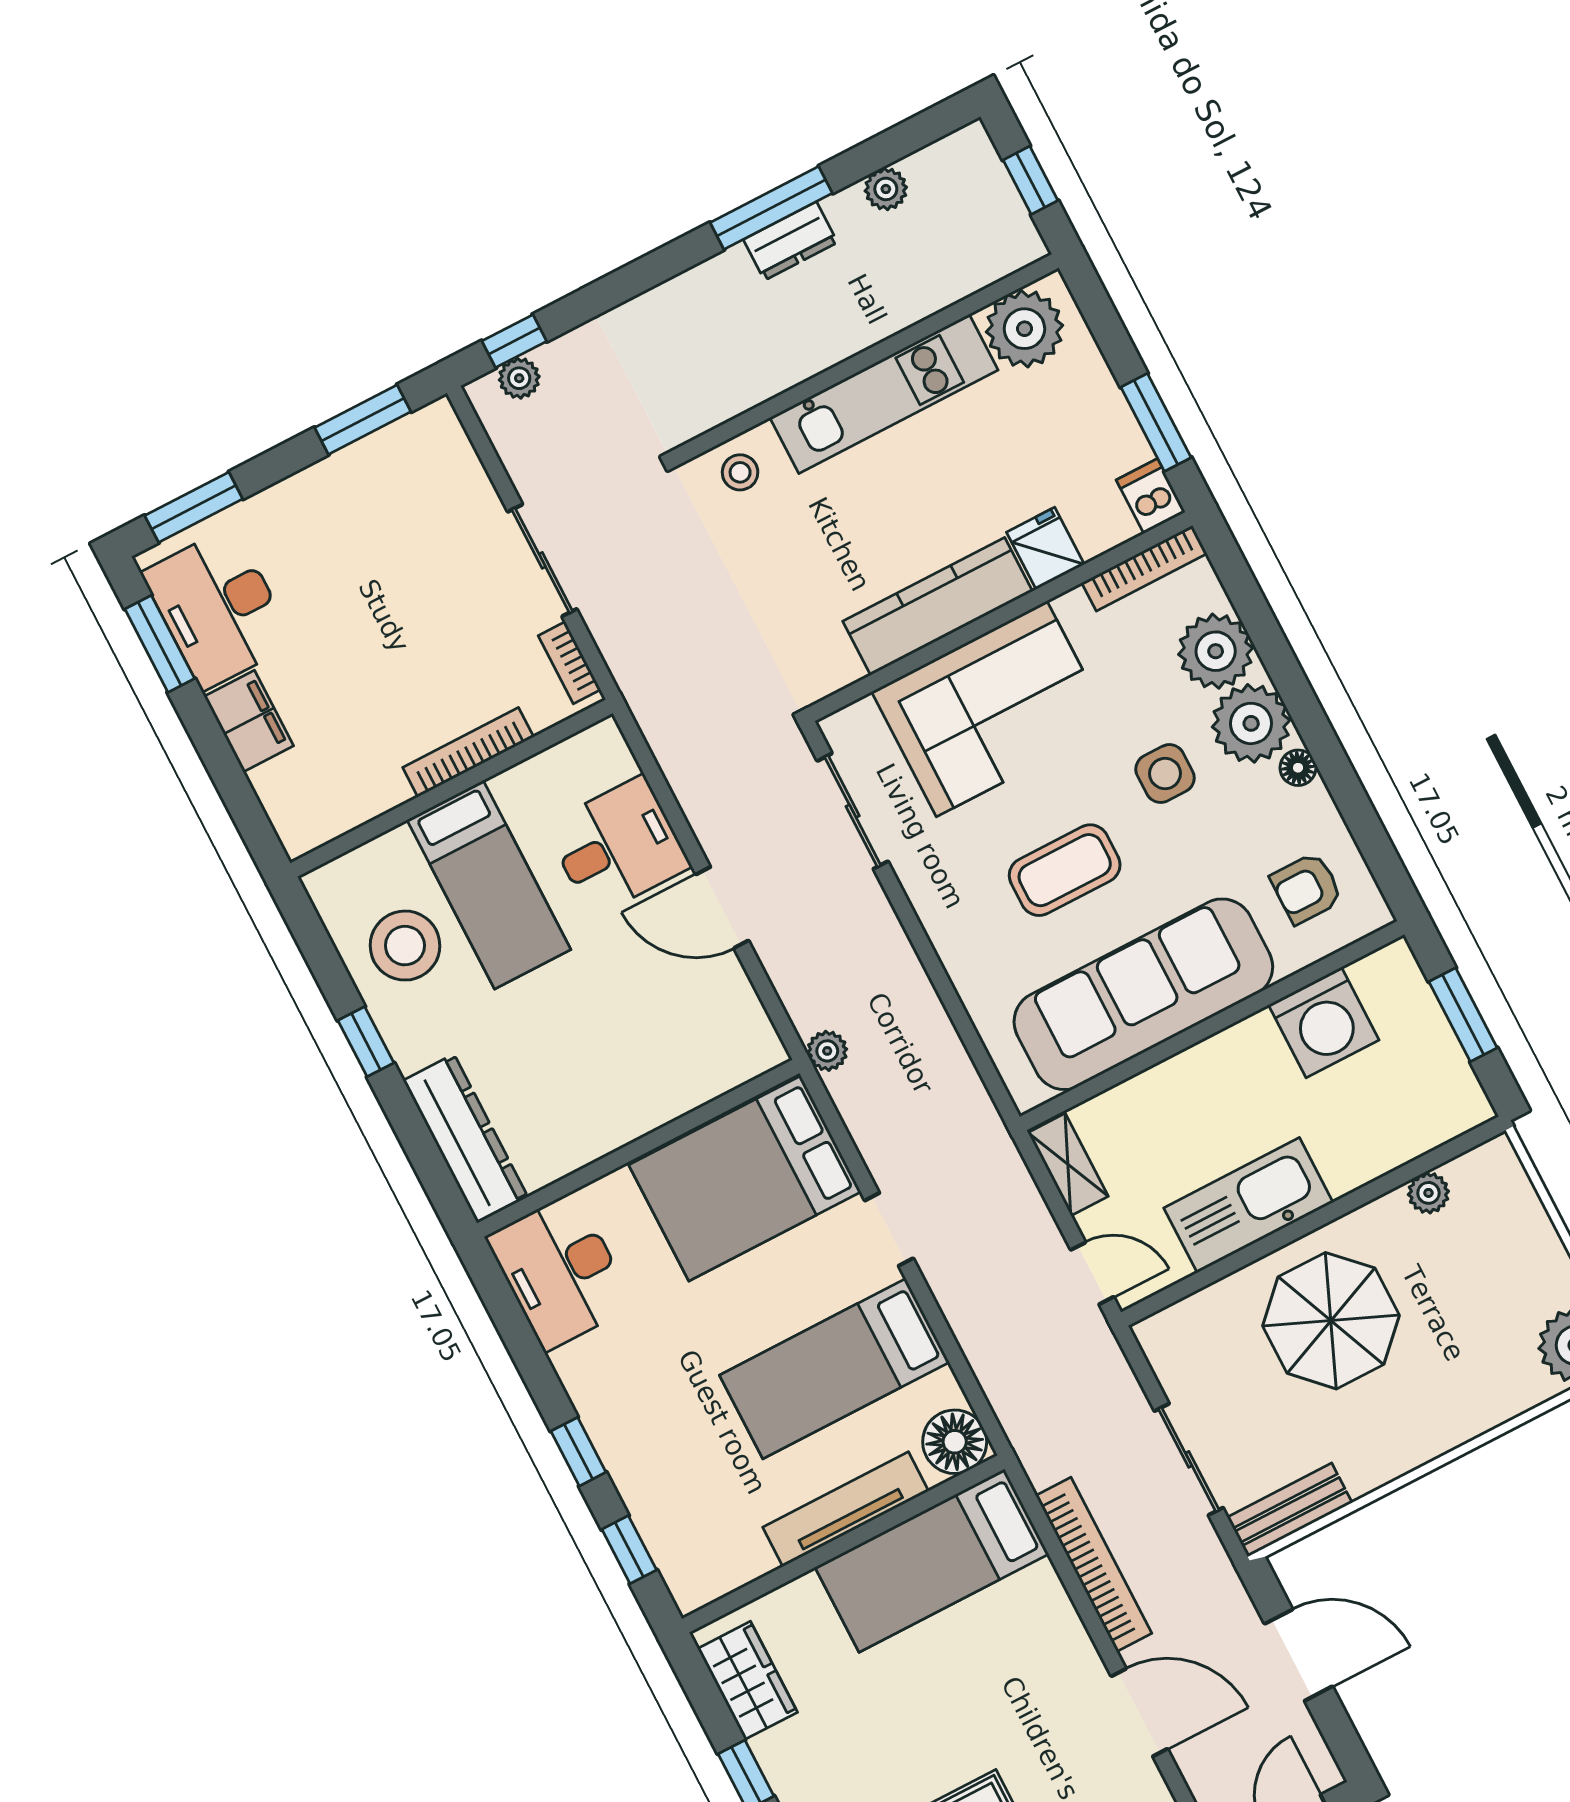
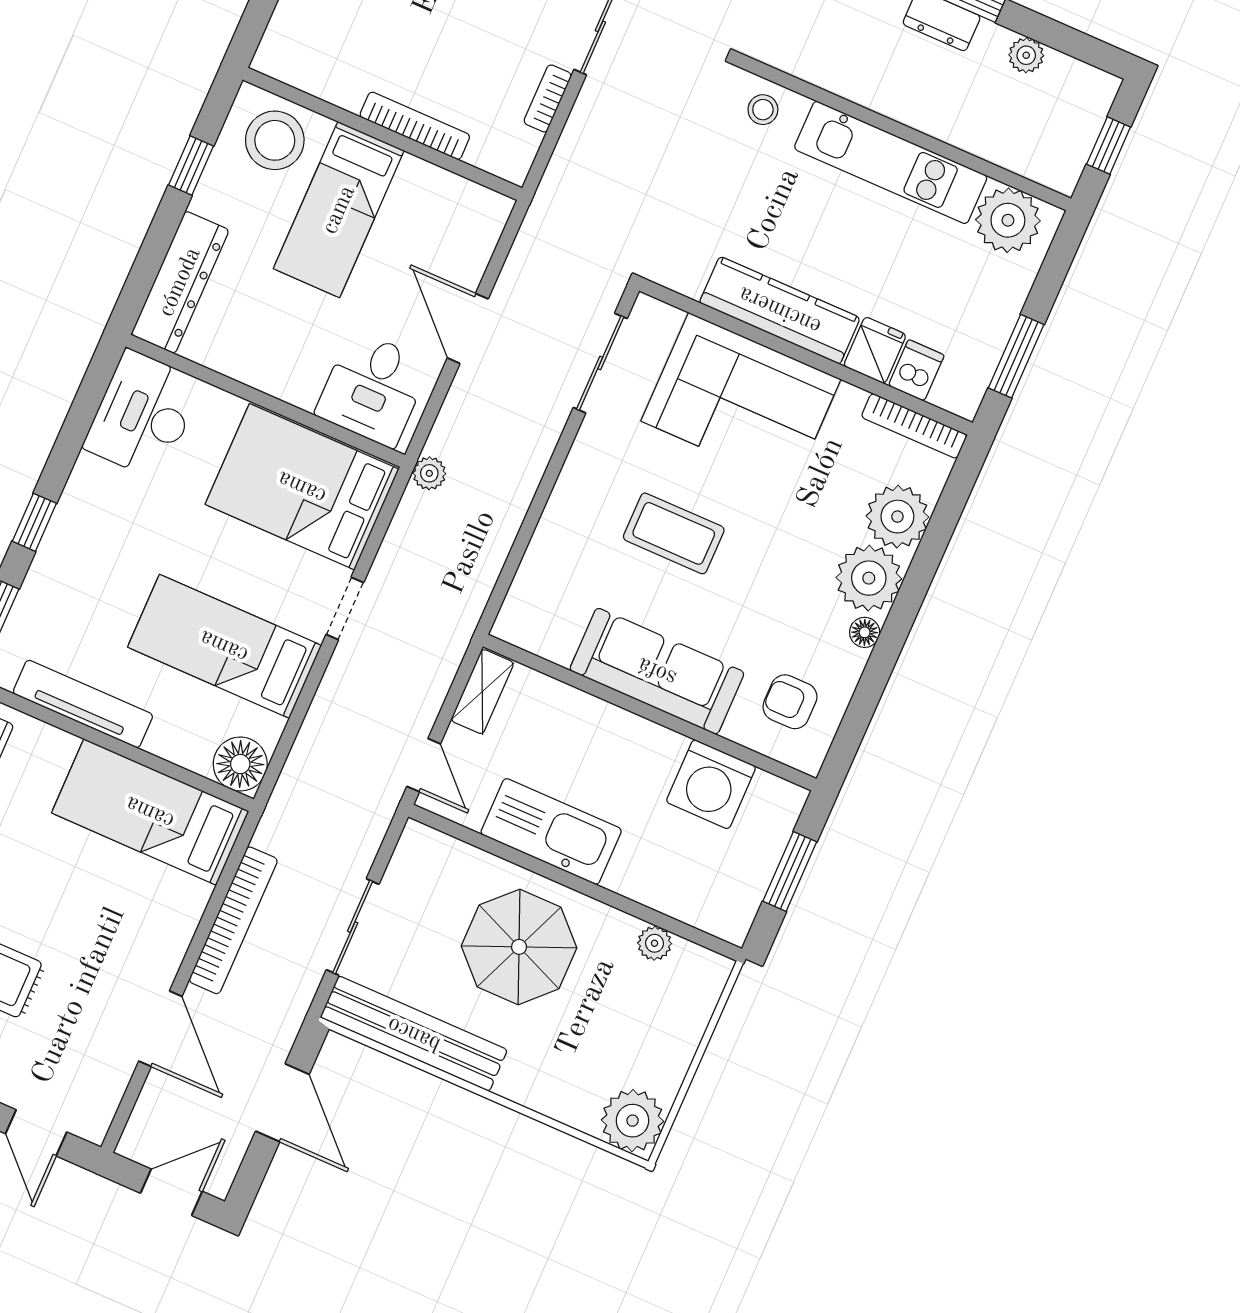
dishwasher: (1151, 496) -> (916, 370), moved
bookcase: (468, 752) -> (415, 126), moved
side table: (1165, 774) -> (790, 548), removed
wall: (452, 788) -> (382, 134), moved
desk: (618, 846) -> (373, 389), moved, turned 90
bed: (489, 885) -> (339, 210), moved
sofa: (1143, 994) -> (657, 671), width x0.74, depth x0.79
tv unit: (846, 1509) -> (83, 704), moved
bench: (1290, 1510) -> (414, 1034), width x1.86, depth x1.21

